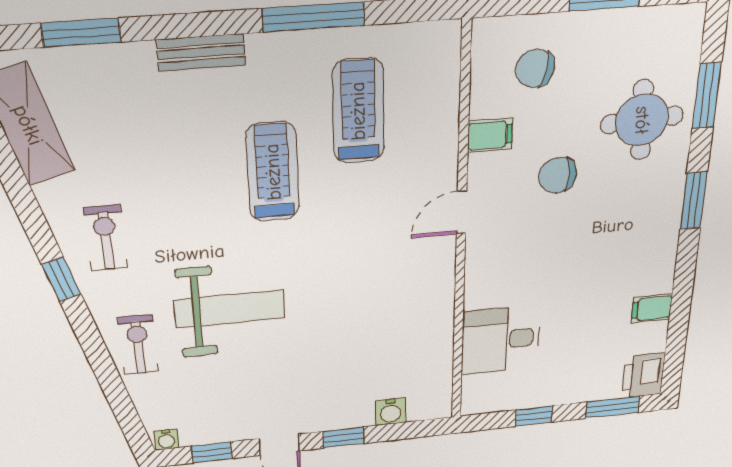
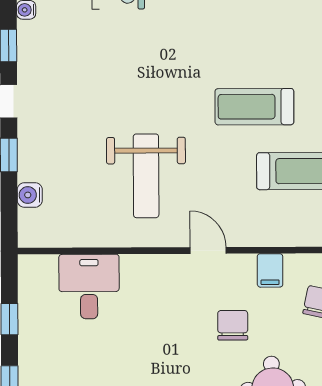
treadmill: (273, 172) -> (254, 107), turned 180
weight bench: (229, 309) -> (146, 176), moved

